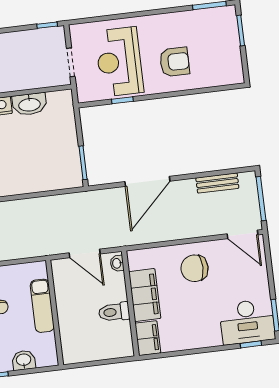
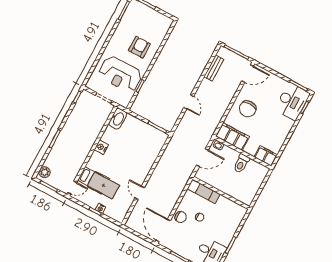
washbasin: (29, 104) -> (118, 119), moved
door: (147, 181) -> (189, 102), width x0.53
filing cabinet: (145, 295) -> (232, 137), moved
exam couch: (42, 306) -> (204, 191), moved
washbasin: (24, 360) -> (234, 225), removed

